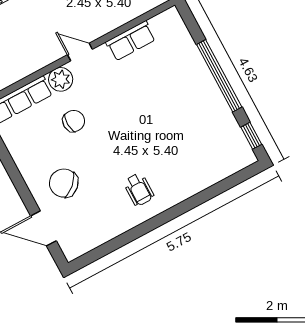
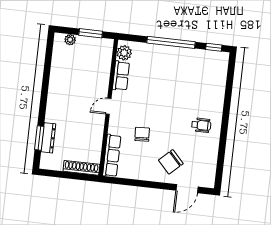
plant: (61, 79) -> (124, 53), moved

